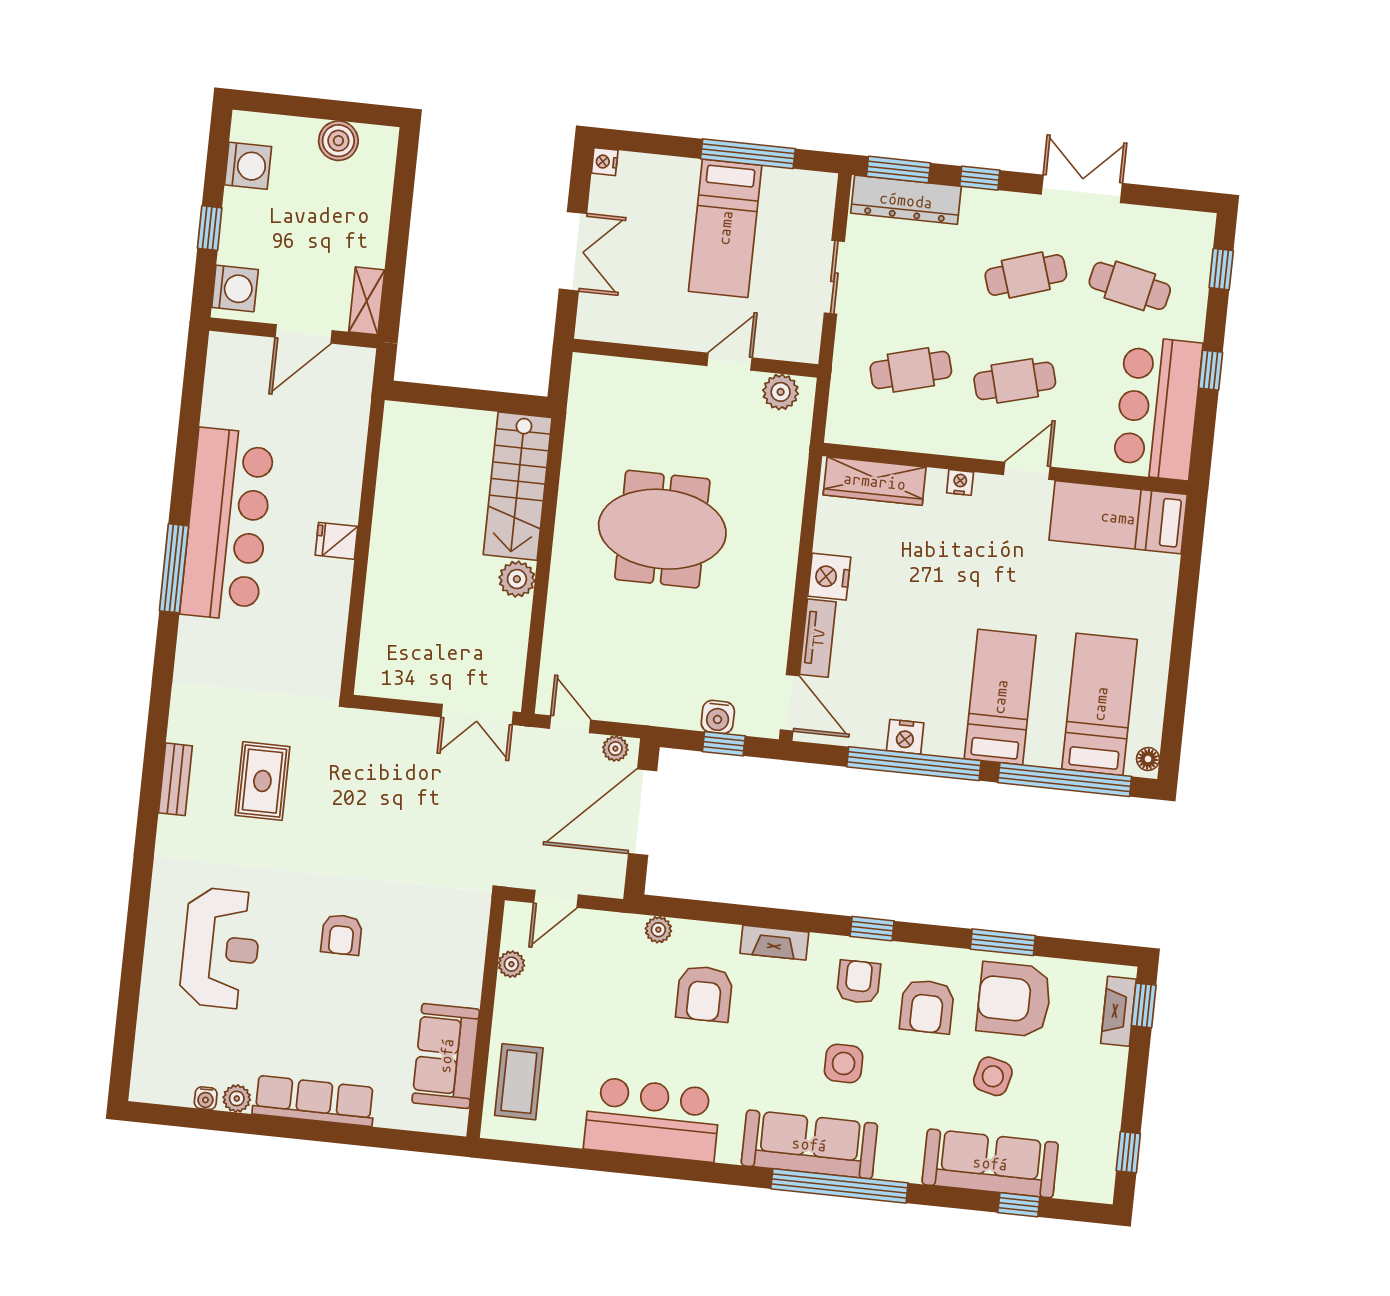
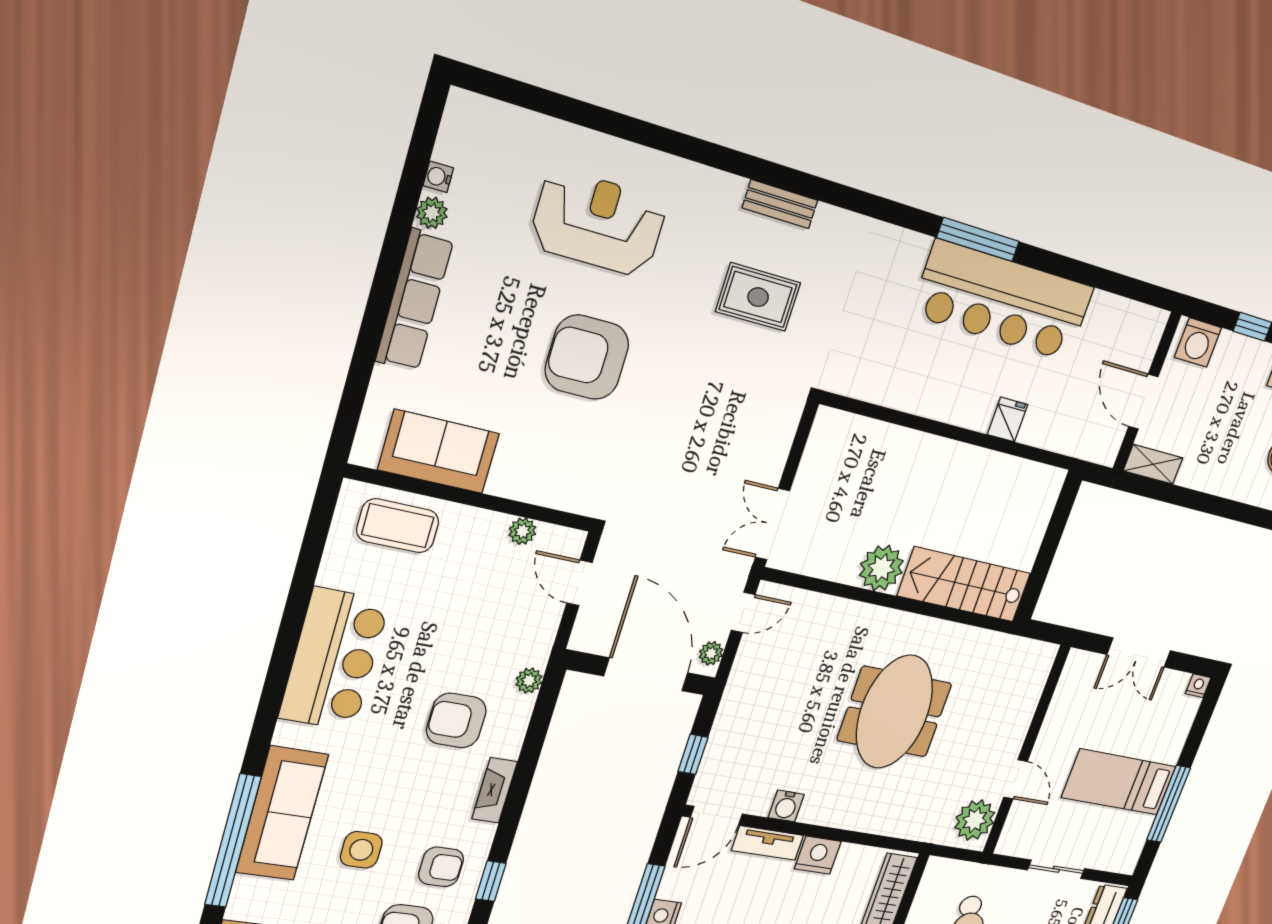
plant: (781, 392) -> (975, 820), width x1.36, depth x1.36
fridge: (336, 541) -> (1008, 420), moved
plant: (517, 579) -> (881, 568), width x1.36, depth x1.36
water cooler: (718, 717) -> (786, 806), moved, turned -90
armchair: (341, 935) -> (587, 357), width x1.88, depth x1.88
reception desk: (221, 948) -> (598, 223), turned 180

